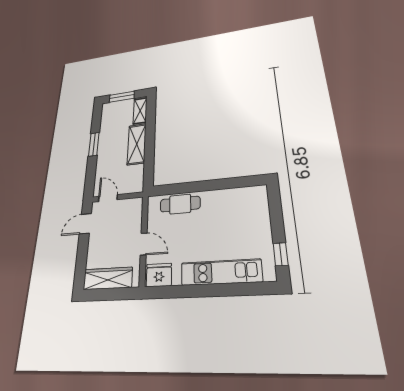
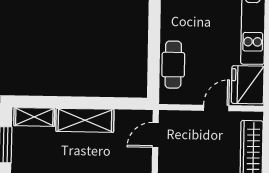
door: (108, 198) -> (155, 135), moved
fridge: (159, 275) -> (248, 85), width x1.36, depth x1.34

